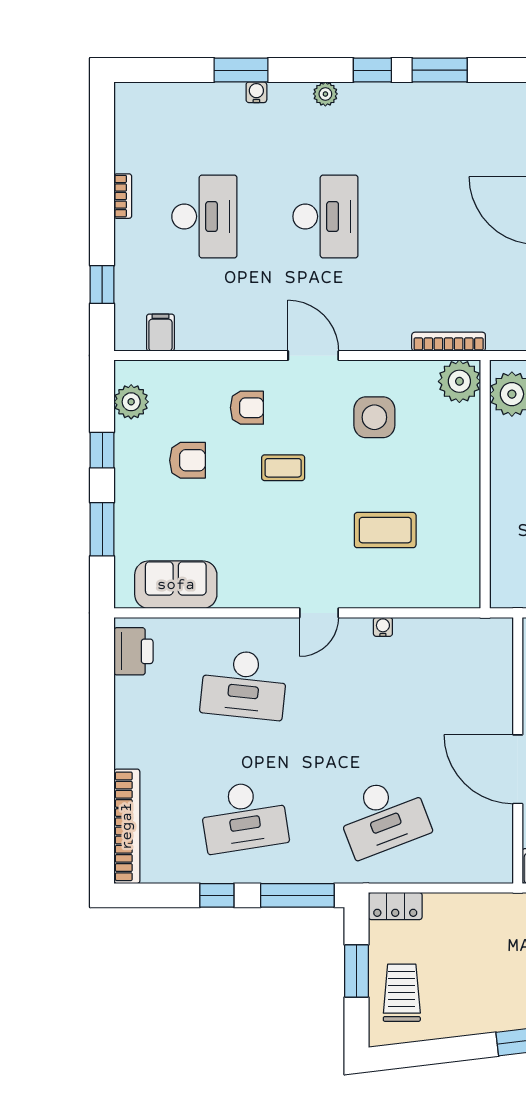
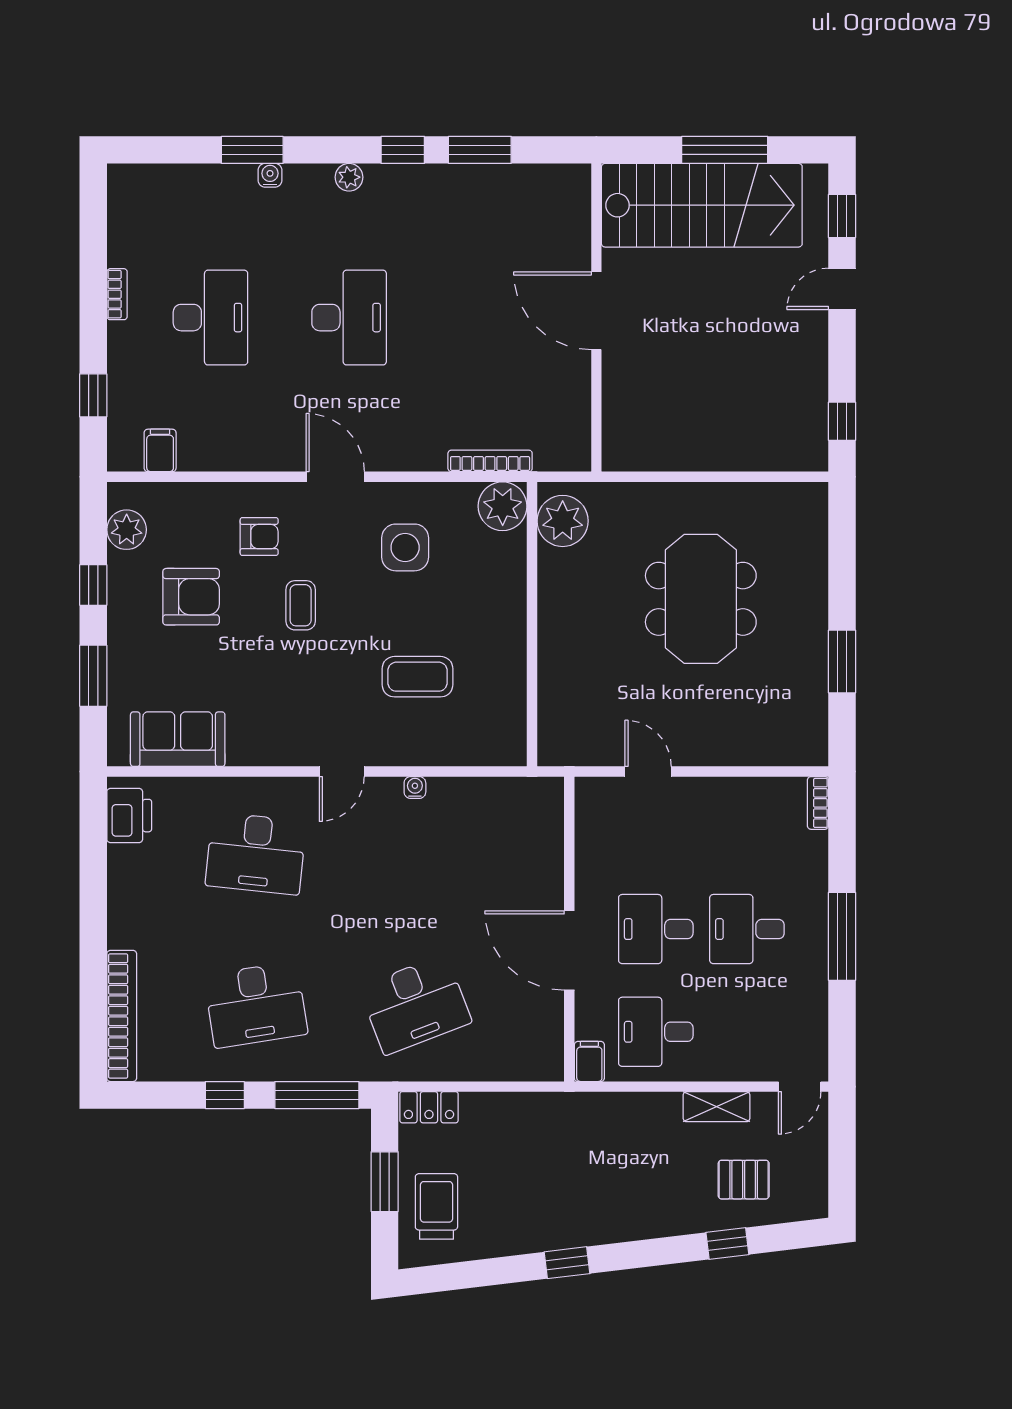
armchair: (188, 460) -> (191, 597), width x1.38, depth x1.38
coffee table: (283, 468) -> (301, 605), turned 90

